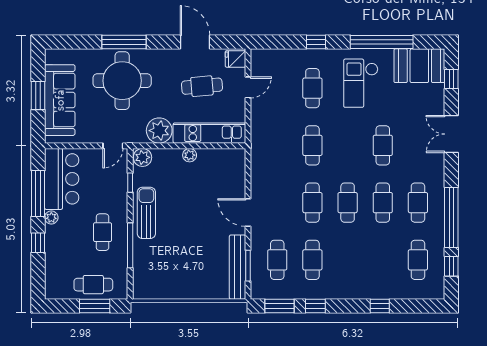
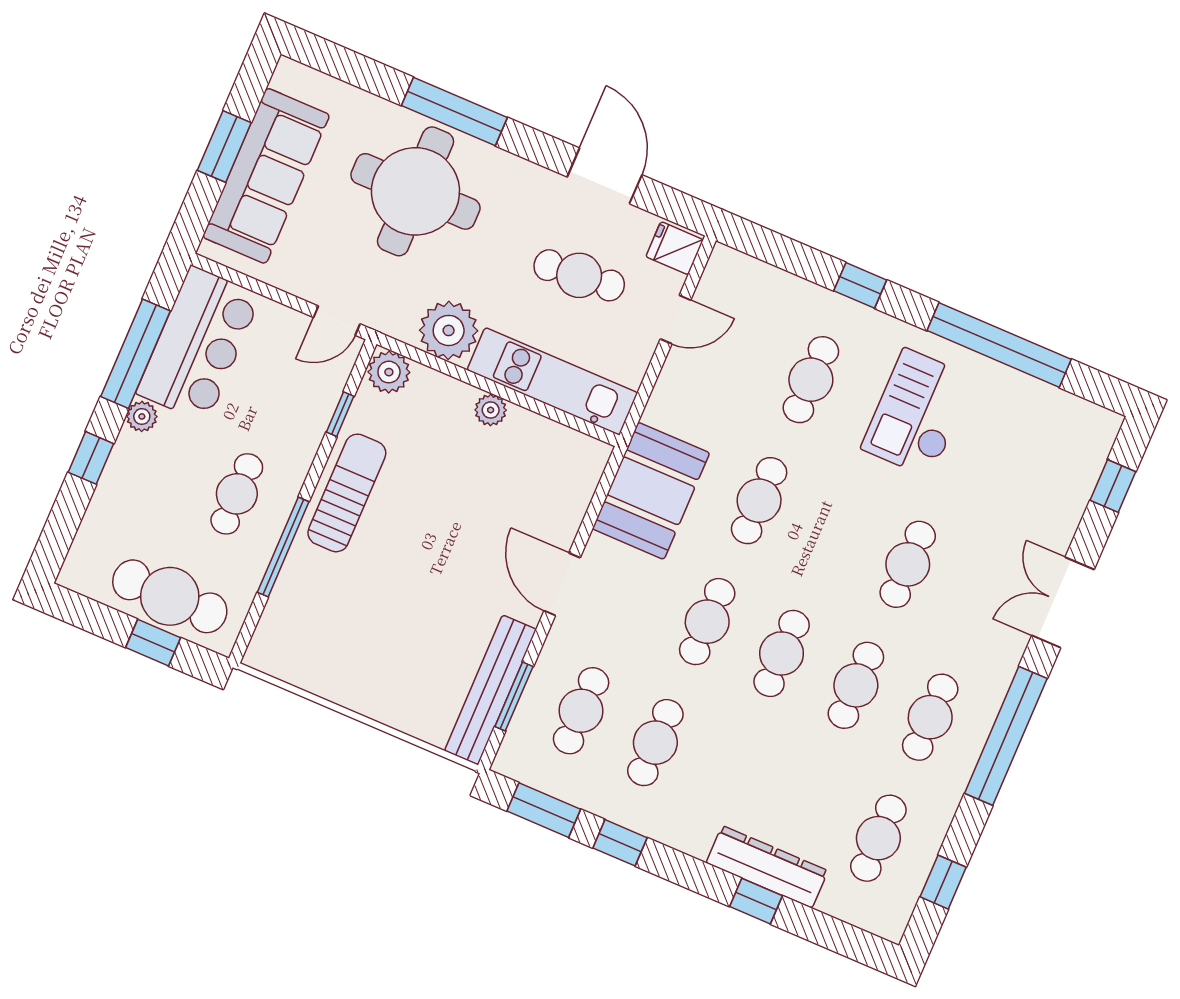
booth: (419, 66) -> (651, 491), moved, turned 90
window: (451, 218) -> (1006, 736), moved
cafe table: (93, 285) -> (170, 596), width x1.37, depth x1.35
dresser: (378, 290) -> (767, 867), added
window: (95, 306) -> (153, 643), width x0.67

